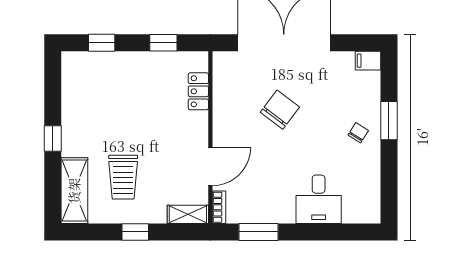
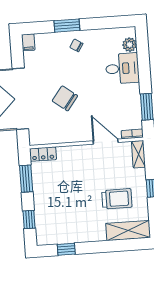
window: (163, 43) -> (26, 179), width x1.50
locker: (198, 91) -> (43, 154), moved
window: (53, 138) -> (66, 249), moved
plant: (354, 213) -> (130, 45), added

